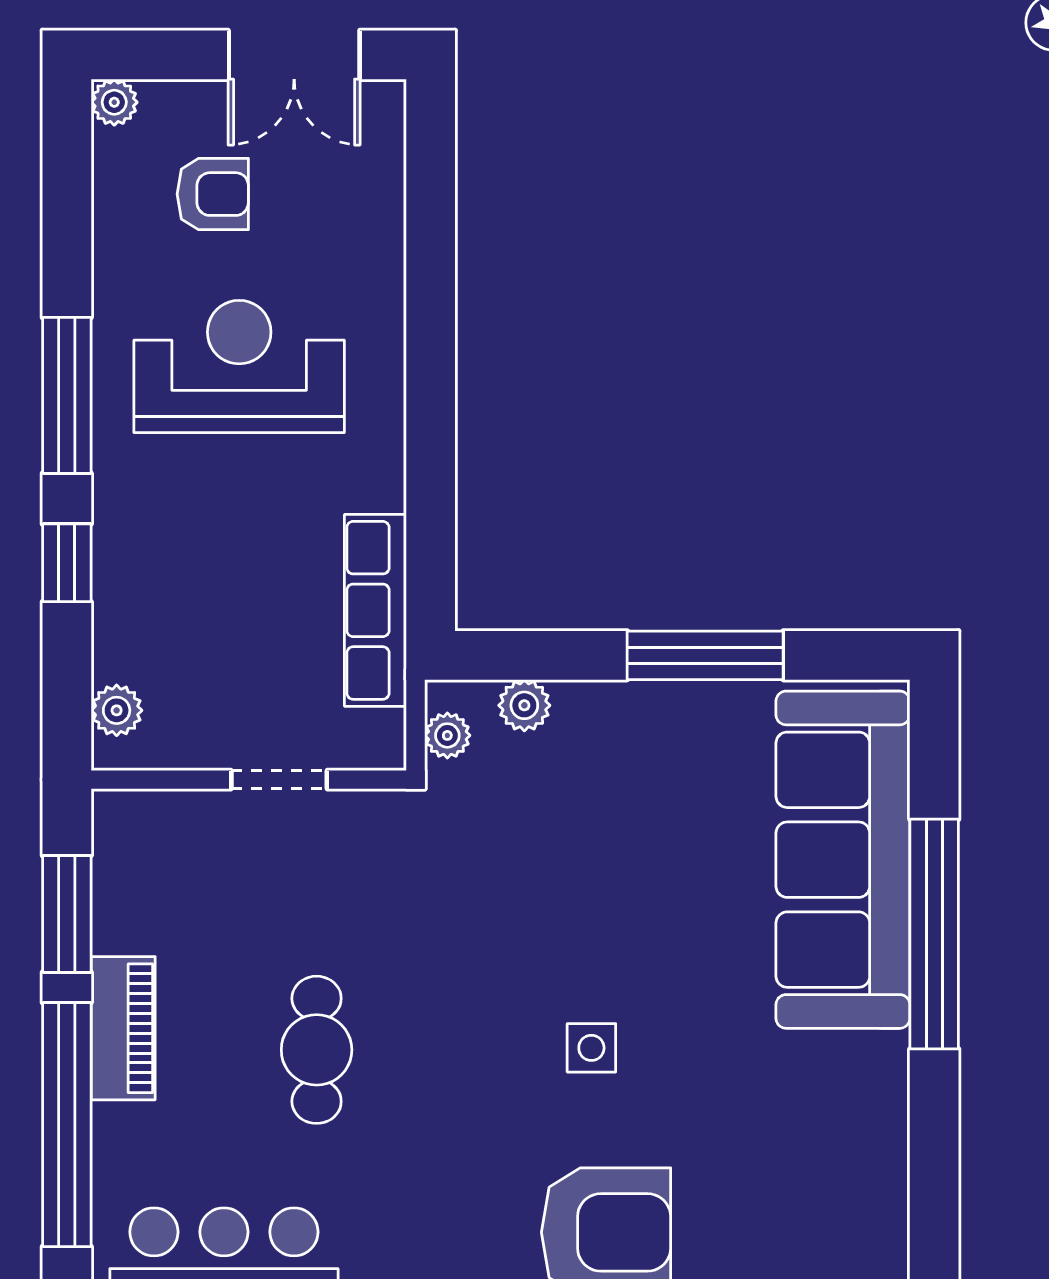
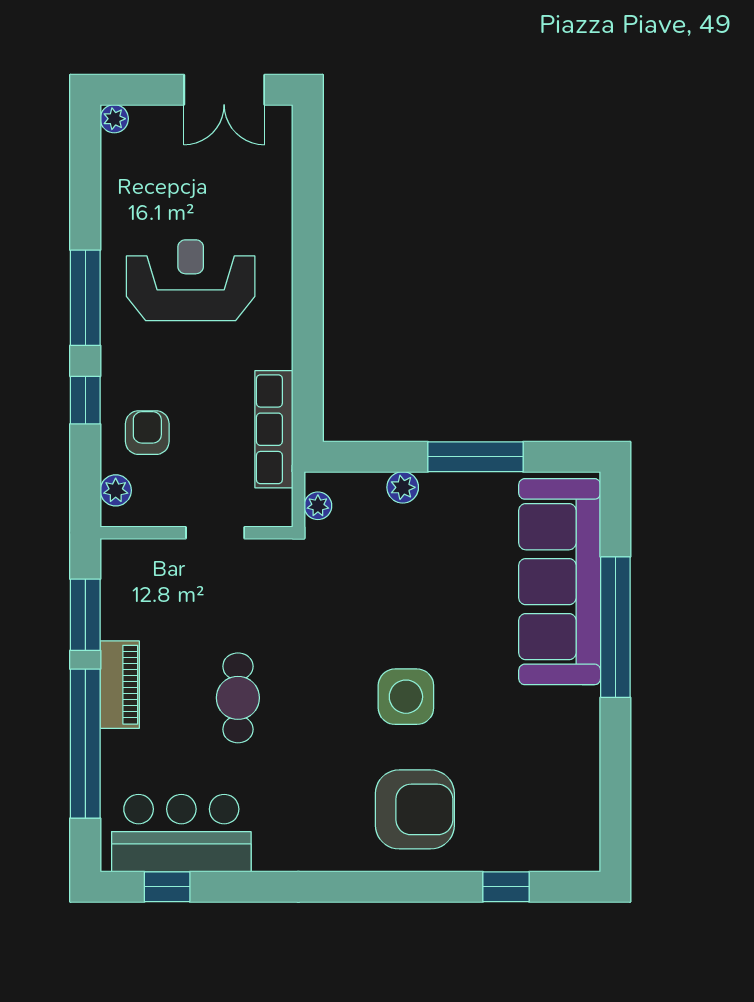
armchair: (213, 194) -> (147, 433), moved, turned -90
plant: (524, 705) -> (403, 487), moved
side table: (591, 1048) -> (406, 697), width x1.87, depth x1.87

